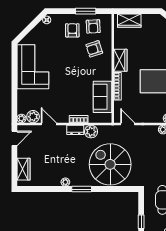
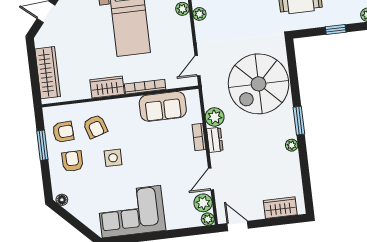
wardrobe: (129, 21) -> (48, 73), width x1.50
armchair: (72, 30) -> (72, 161), turned 90
side table: (71, 58) -> (113, 158), added

